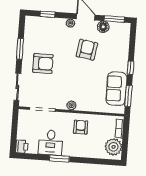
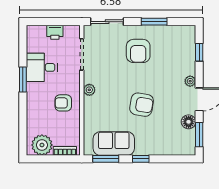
armchair: (87, 50) -> (142, 105), moved
armchair: (81, 127) -> (63, 103), turned 180
printer: (22, 147) -> (55, 32), moved

